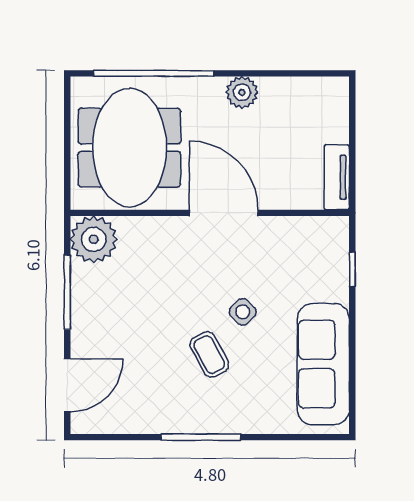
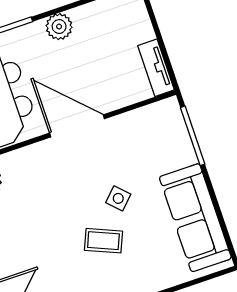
window: (352, 269) -> (193, 136), width x2.17
coffee table: (209, 355) -> (103, 241), turned -39

